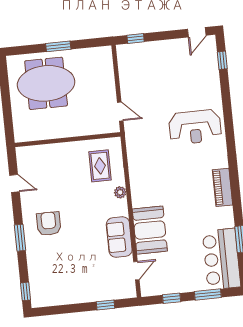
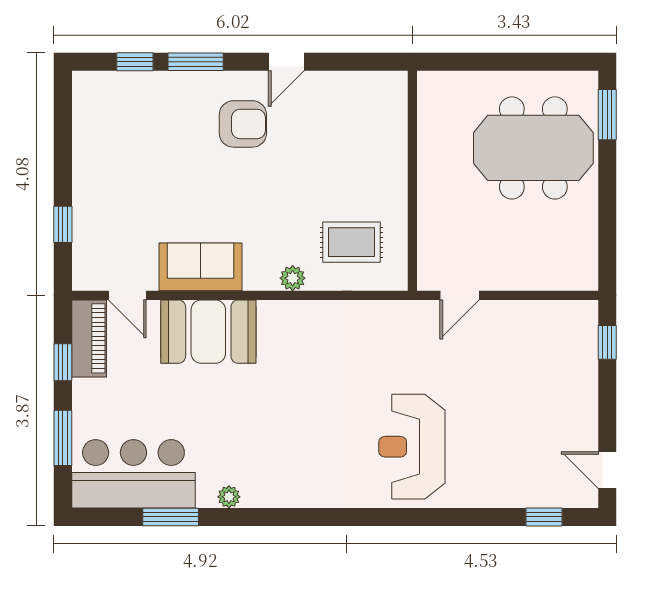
window: (58, 46) -> (607, 115), moved
meeting table: (46, 83) -> (533, 148), turned 90
door: (15, 183) -> (286, 62), moved
piano: (222, 187) -> (89, 338), moved, turned 90
plant: (228, 212) -> (229, 497), added
window: (20, 238) -> (196, 62), moved
window: (25, 291) -> (135, 62), moved

